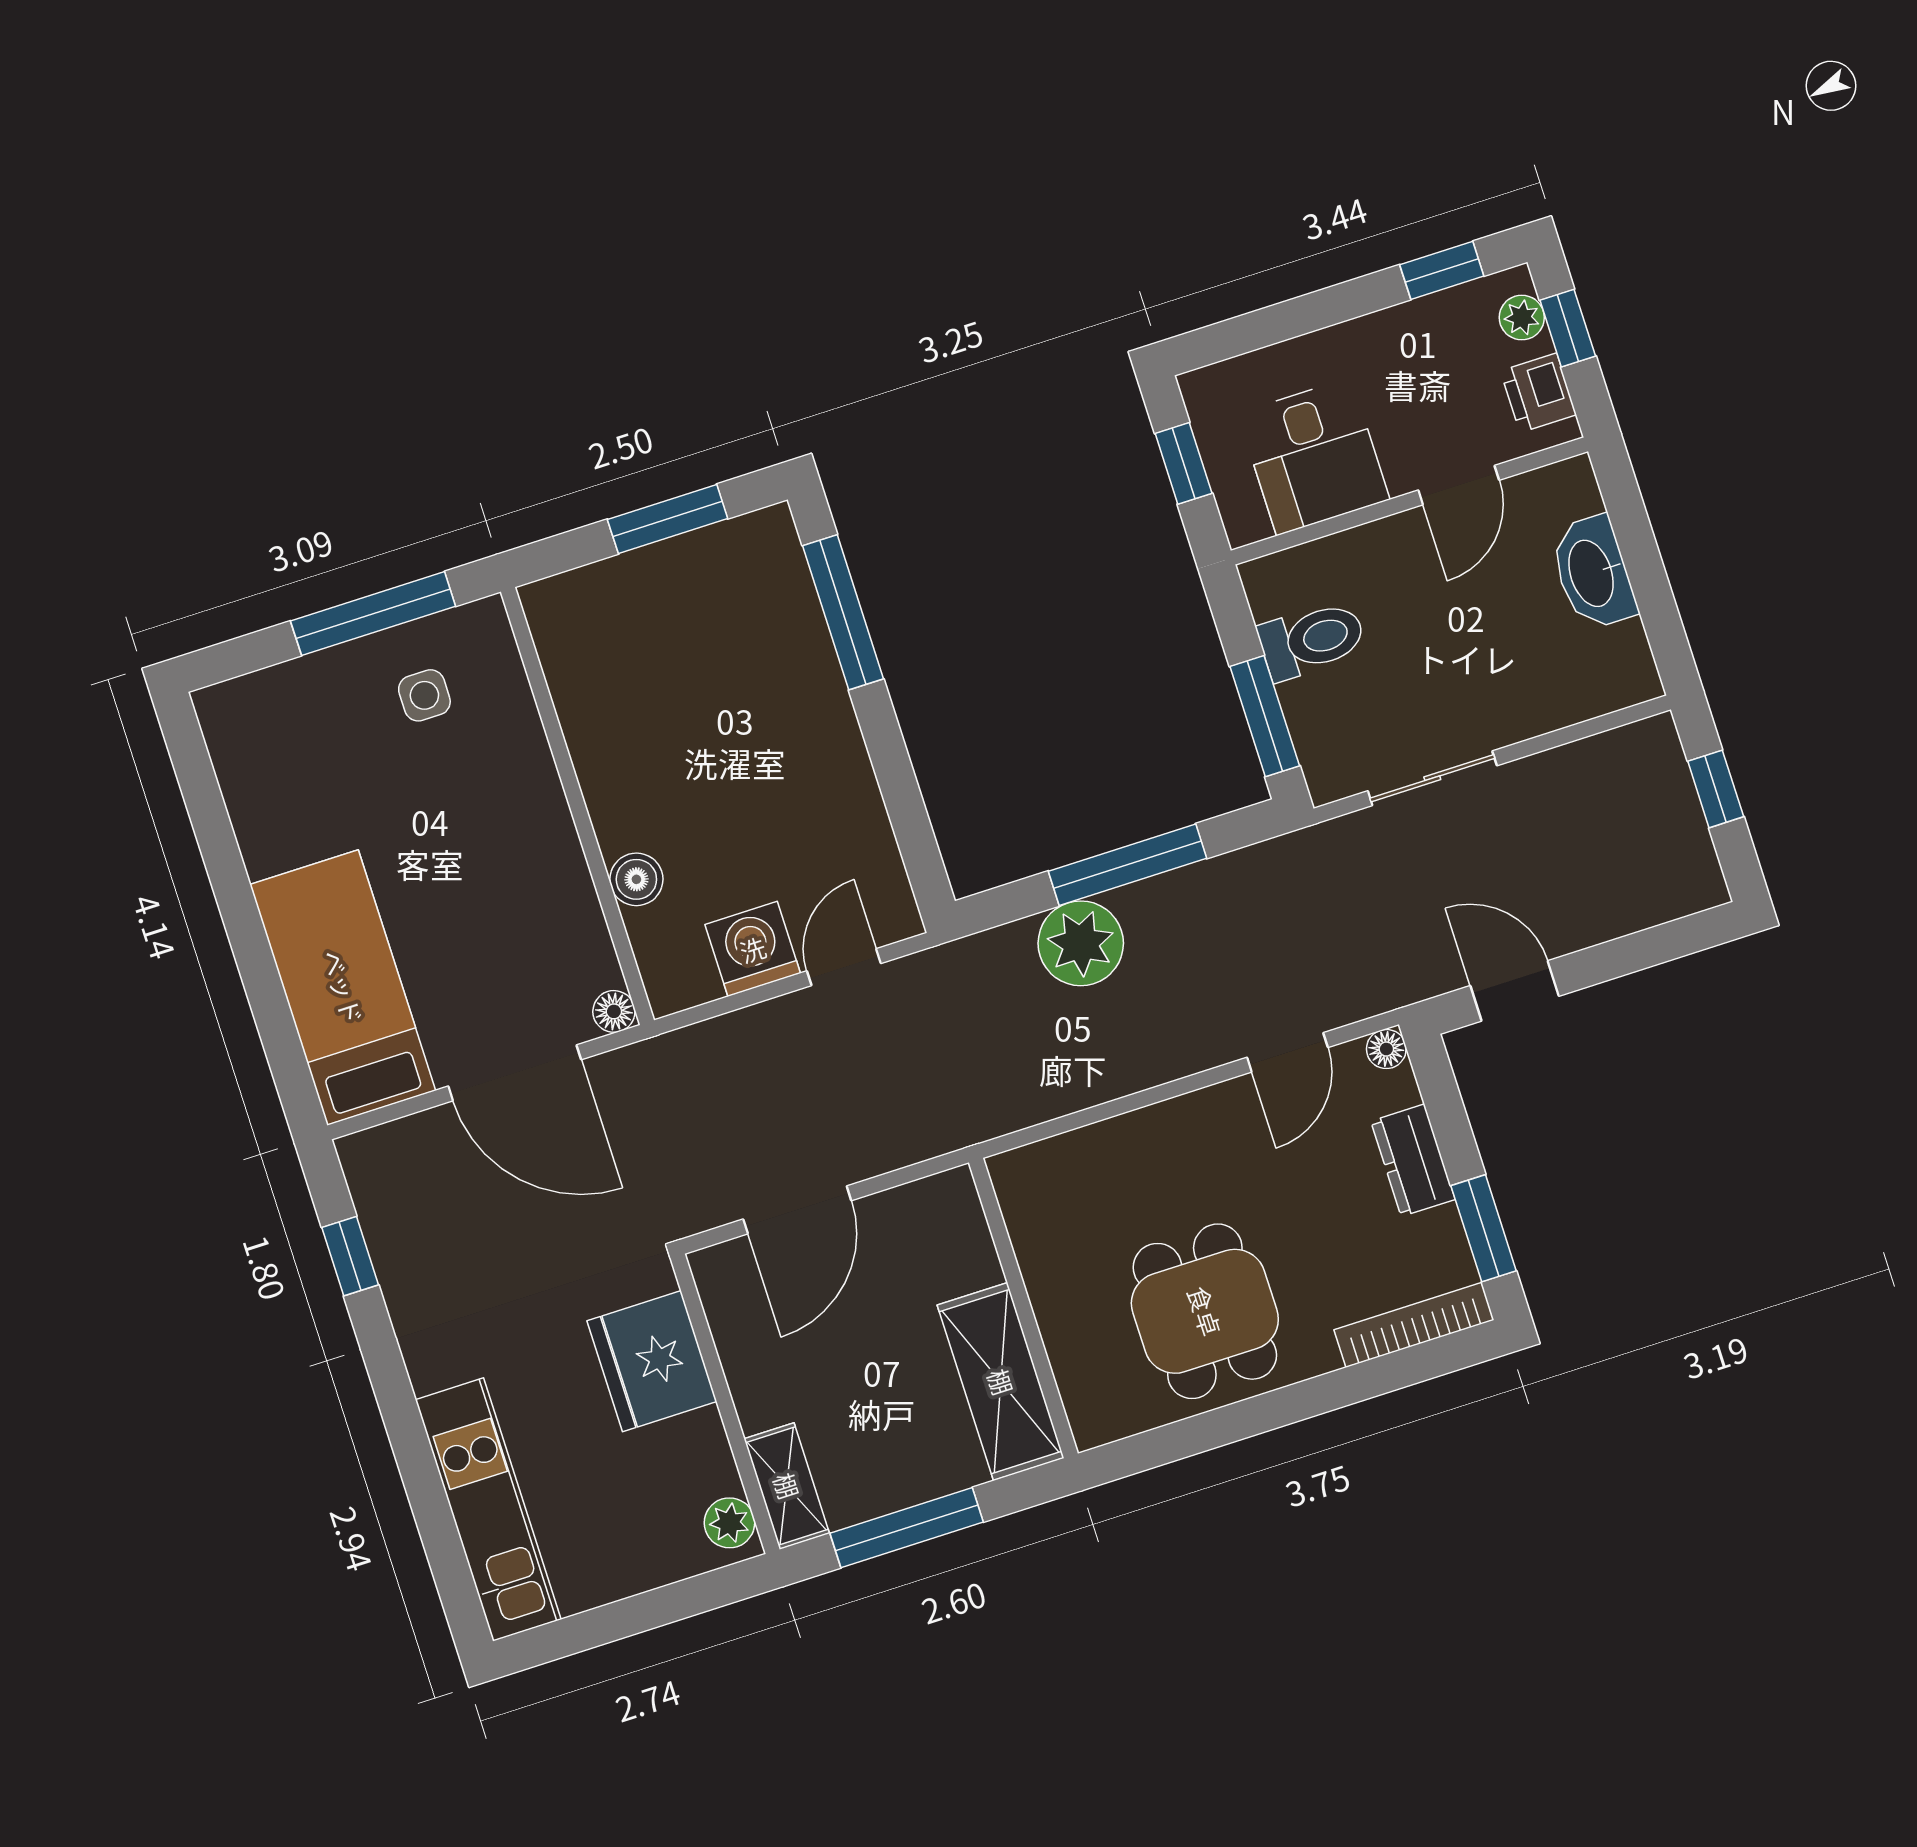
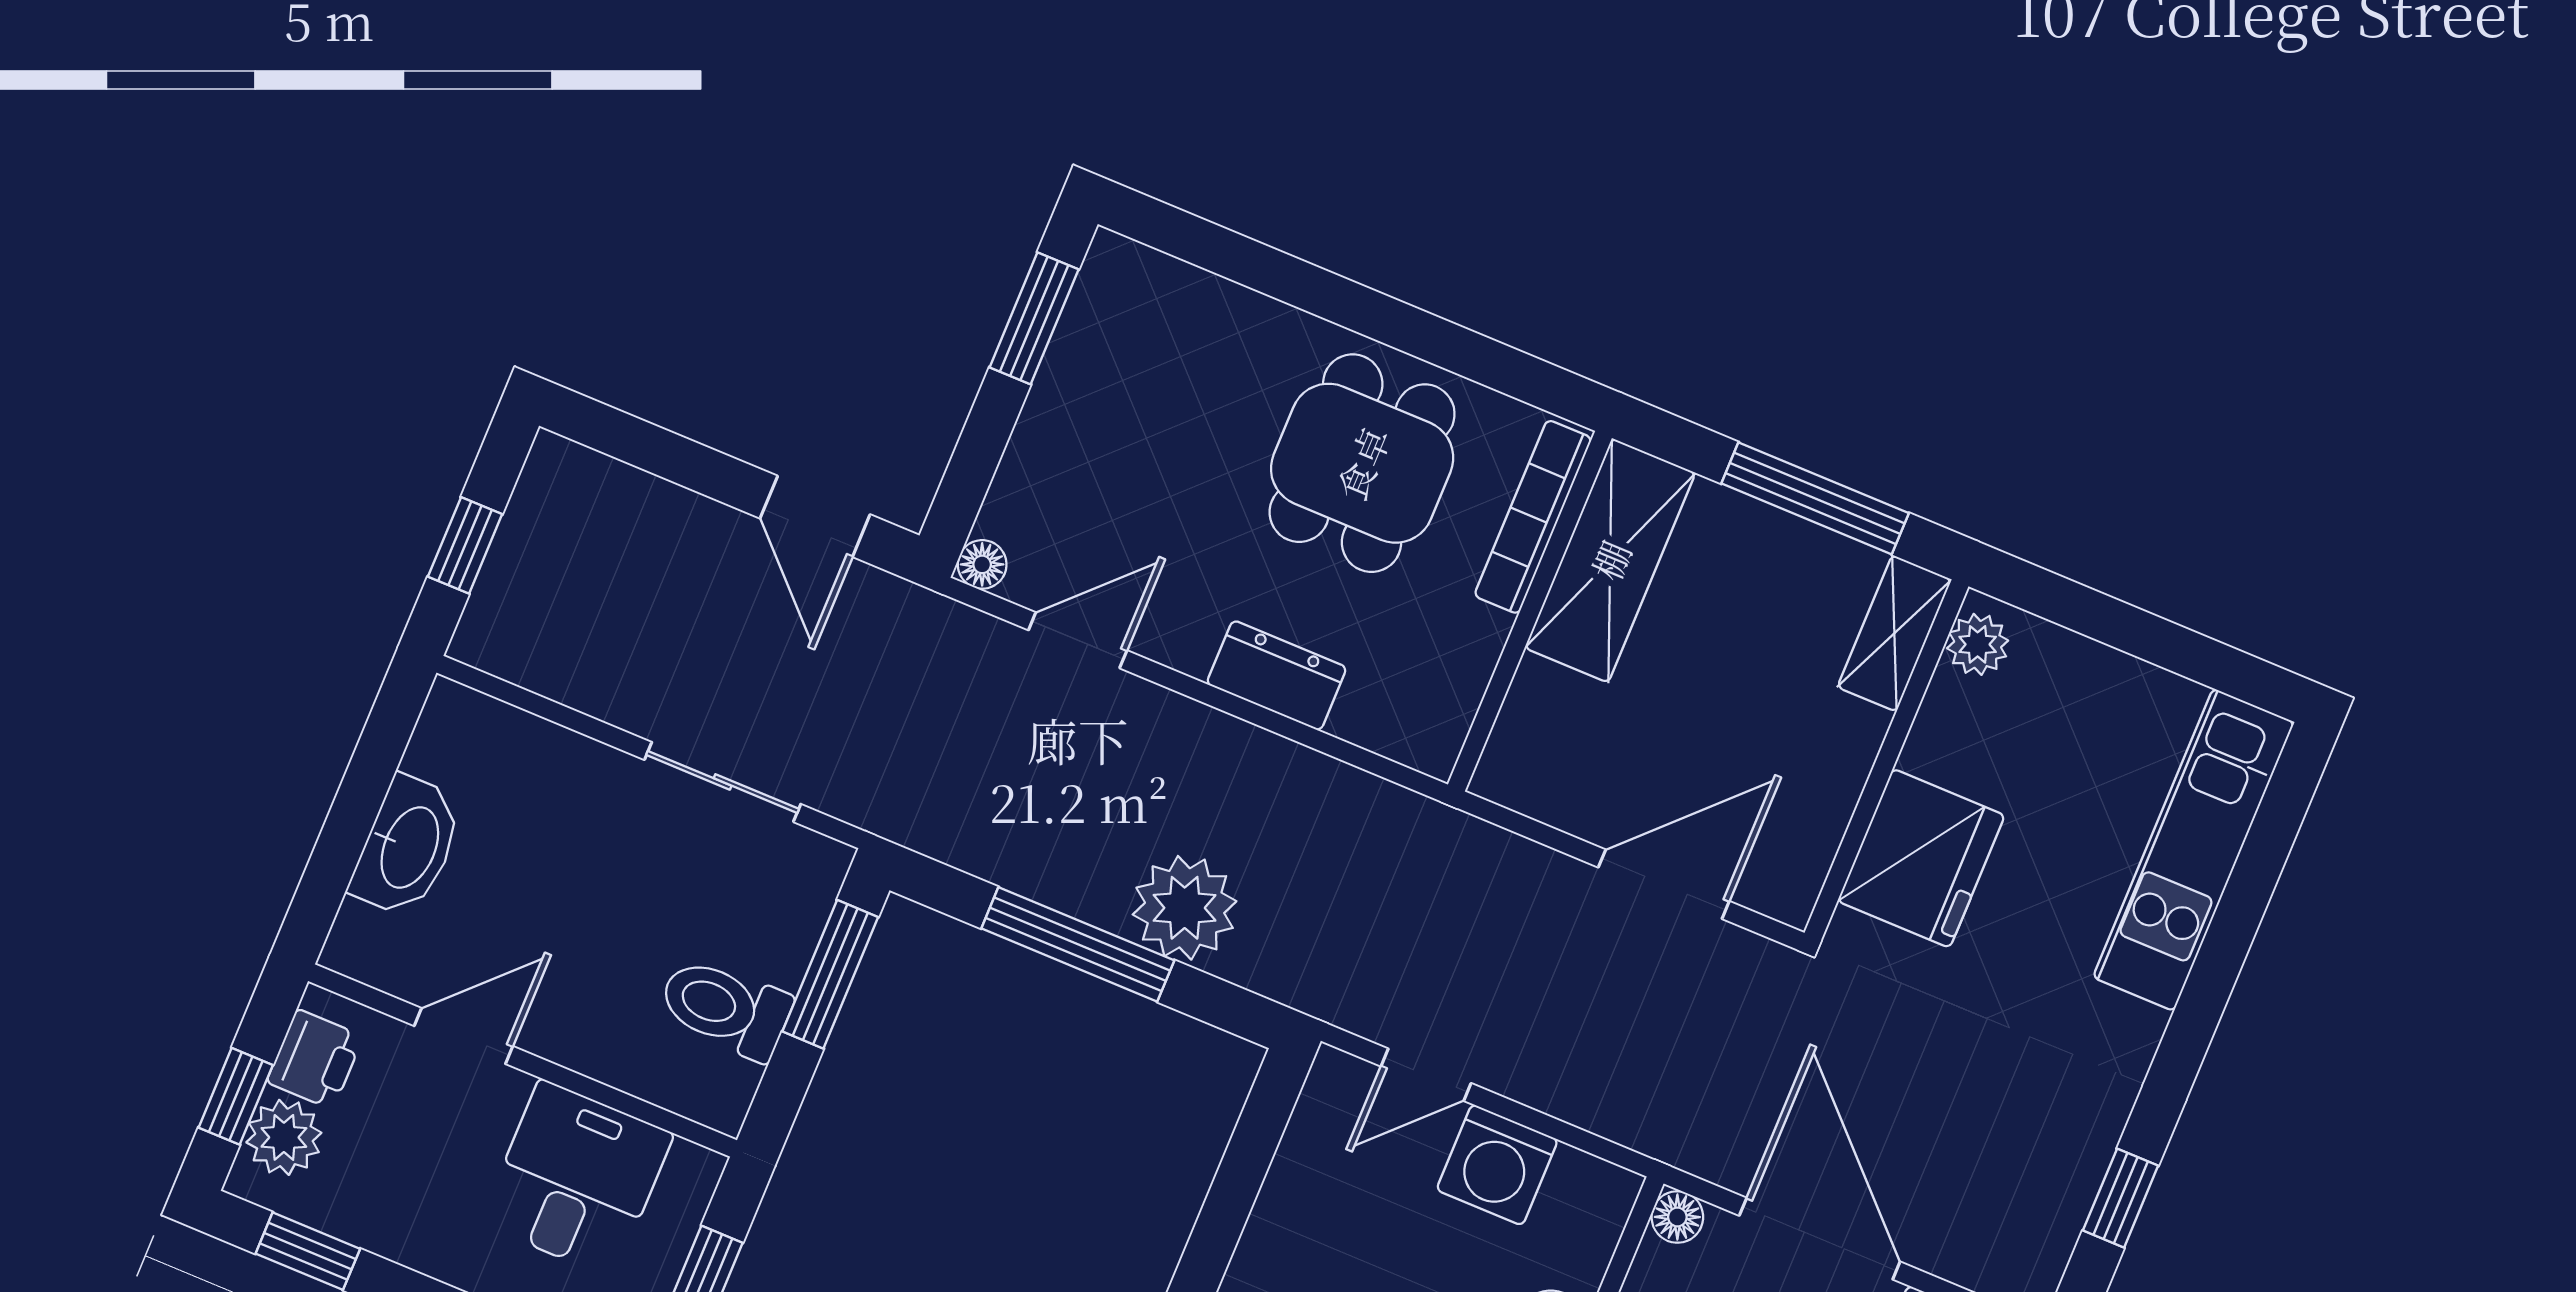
plant: (1522, 318) -> (284, 1137), width x1.38, depth x1.38
dresser: (1413, 1160) -> (1277, 676), moved, turned -90
bookcase: (1414, 1325) -> (1533, 517), moved, turned 90

